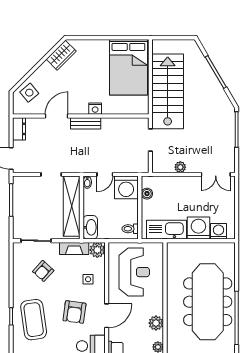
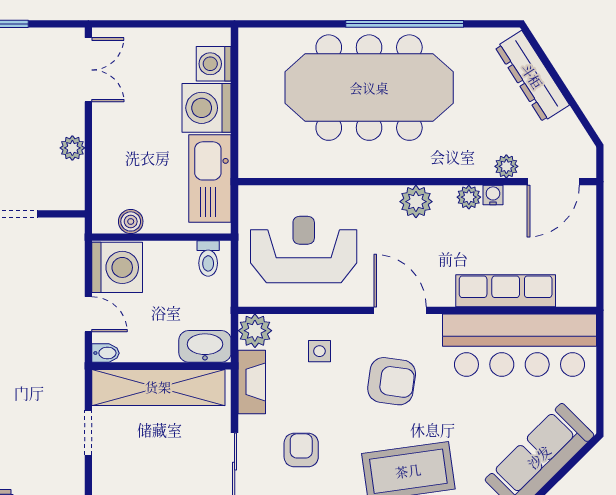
armchair: (43, 271) -> (301, 450), turned -132

